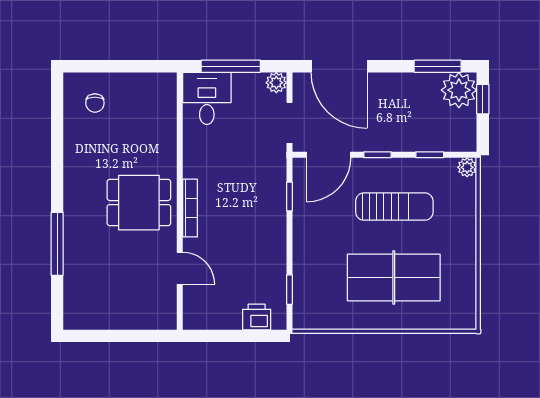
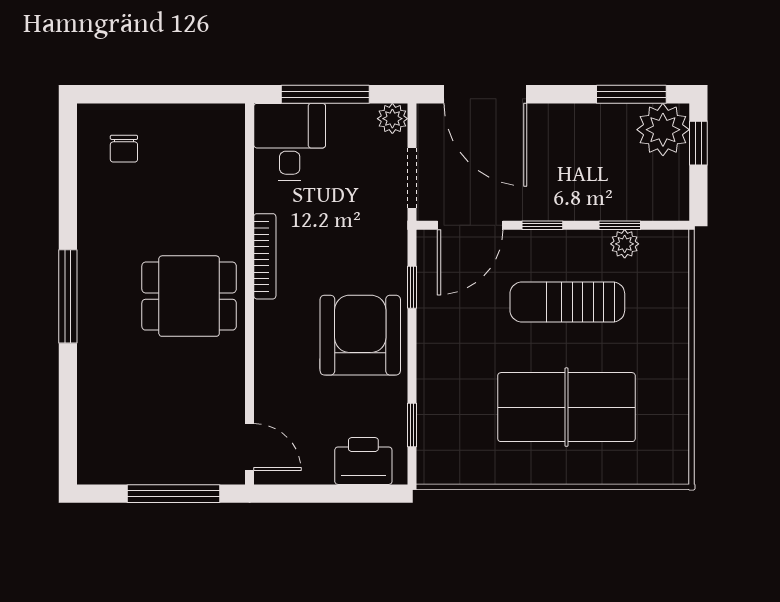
plant: (467, 167) -> (625, 244), moved
sun lounger: (394, 207) -> (567, 302), turned 180
bookcase: (190, 208) -> (265, 256), moved
armchair: (255, 229) -> (360, 335), added
window: (57, 244) -> (68, 296), moved
door: (180, 268) -> (250, 447), moved
printer: (257, 317) -> (363, 461), width x1.36, depth x1.24
window: (128, 336) -> (173, 494), added

